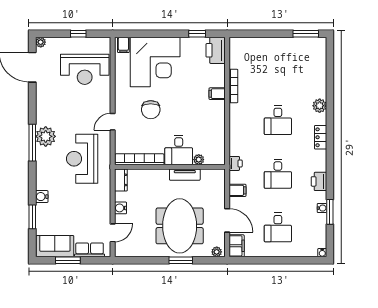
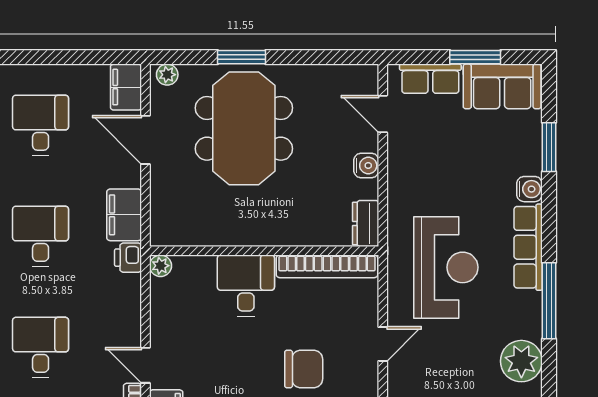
chair: (151, 110) -> (304, 369), turned 90
door: (227, 111) -> (145, 365), added
plant: (46, 136) -> (521, 361), moved
plant: (199, 160) -> (161, 266), moved
row of seats: (42, 168) -> (528, 247), added
tv unit: (185, 175) -> (233, 235), removed
filing cabinet: (237, 190) -> (124, 215), width x2.00
door: (113, 233) -> (383, 114), hinge flipped

